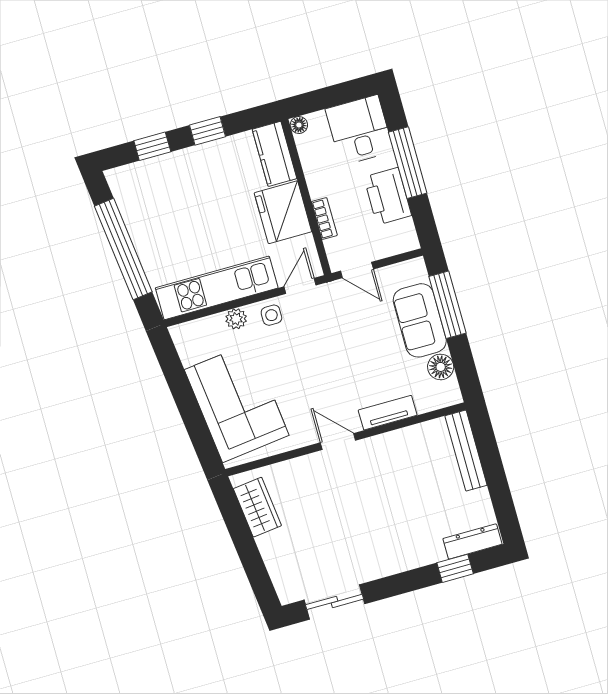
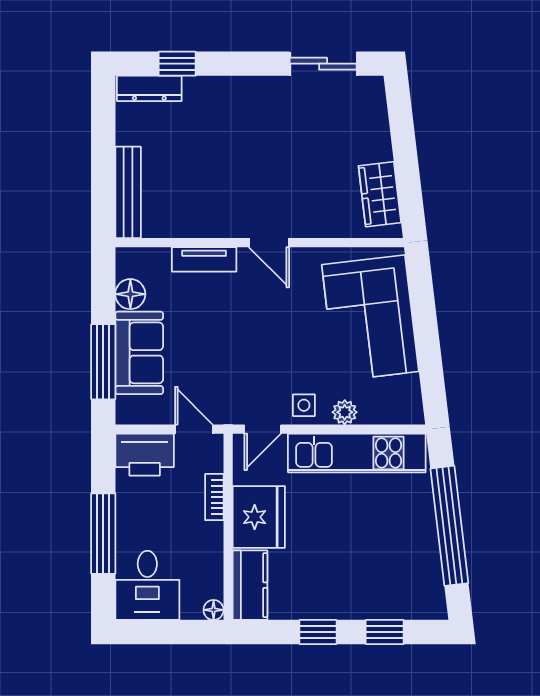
printer: (388, 196) -> (145, 455), moved, turned 90

